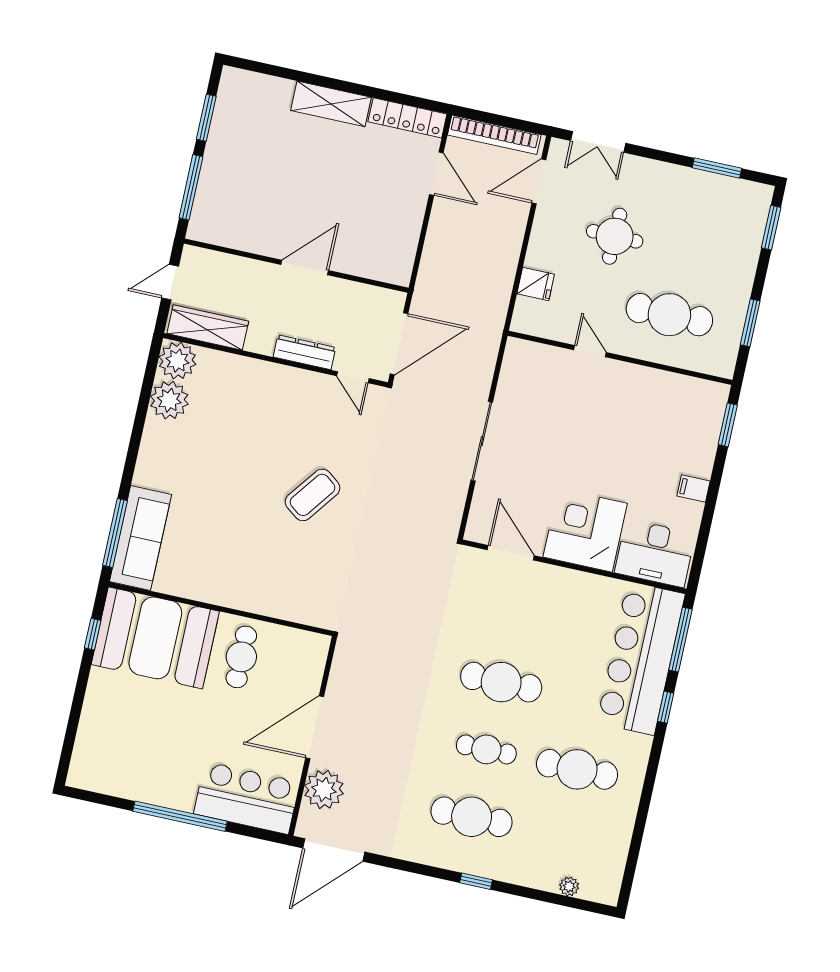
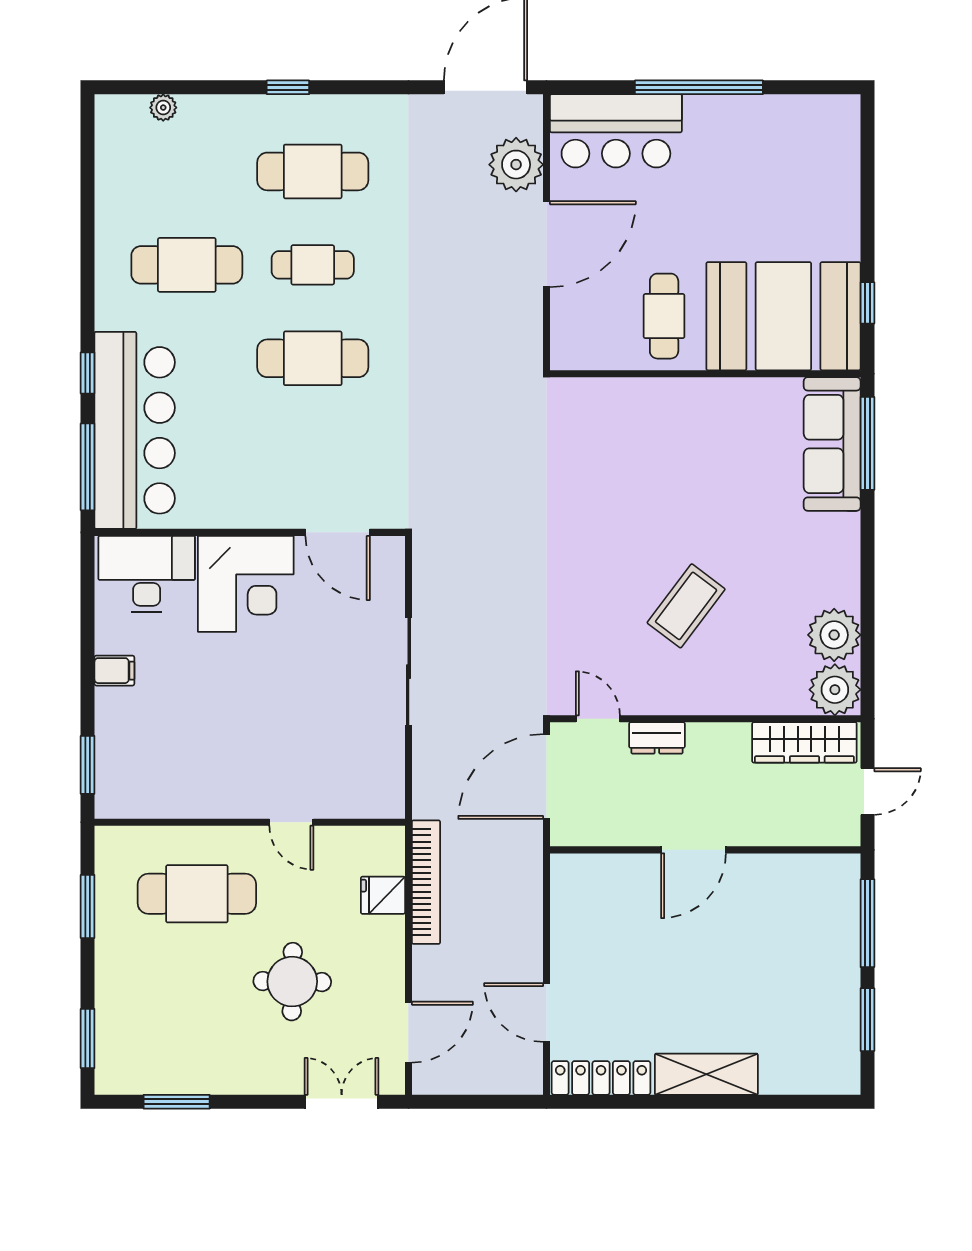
bookcase: (494, 135) -> (426, 882), moved, turned 90
dresser: (304, 352) -> (657, 738), width x0.70
coffee table: (313, 495) -> (686, 606), moved

